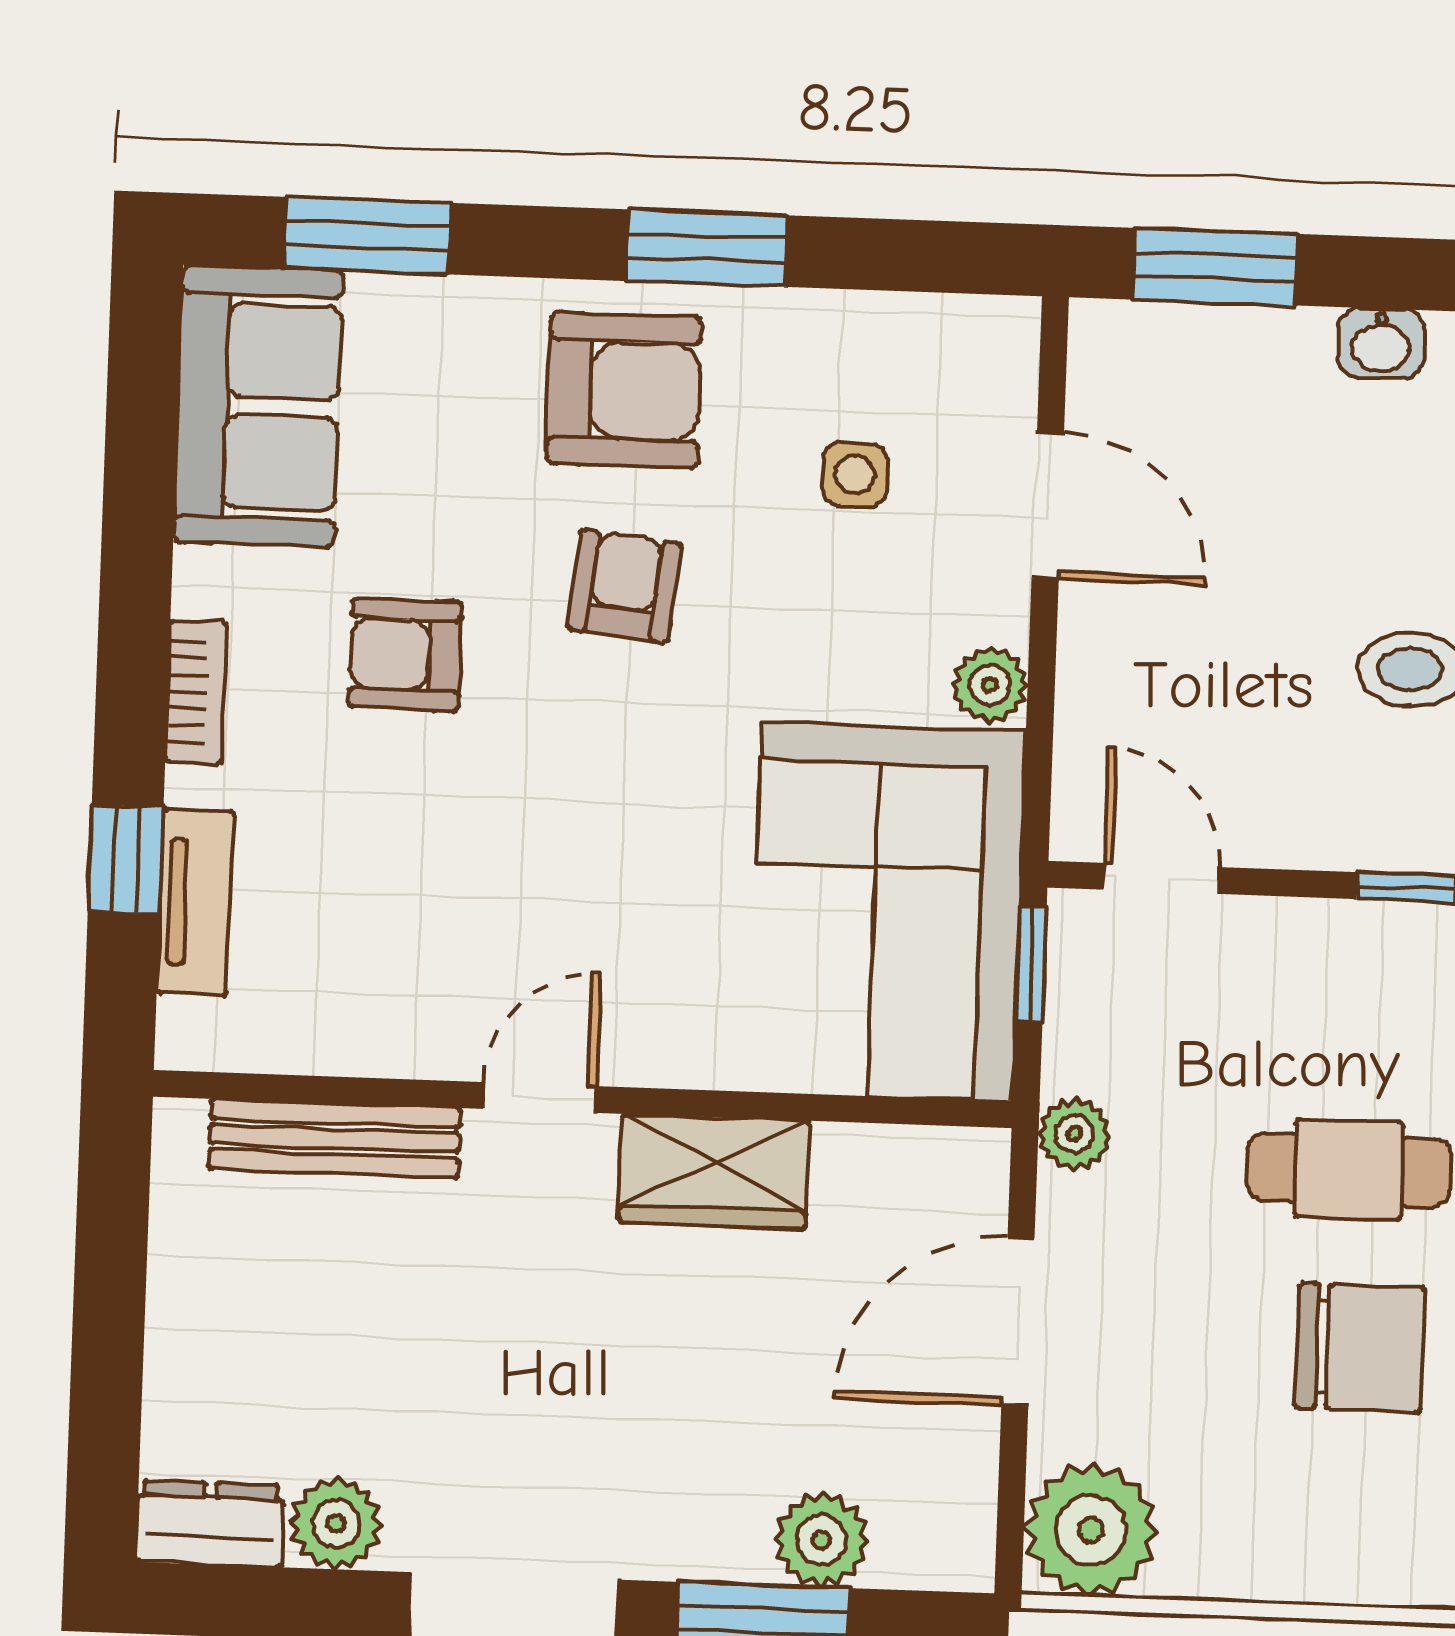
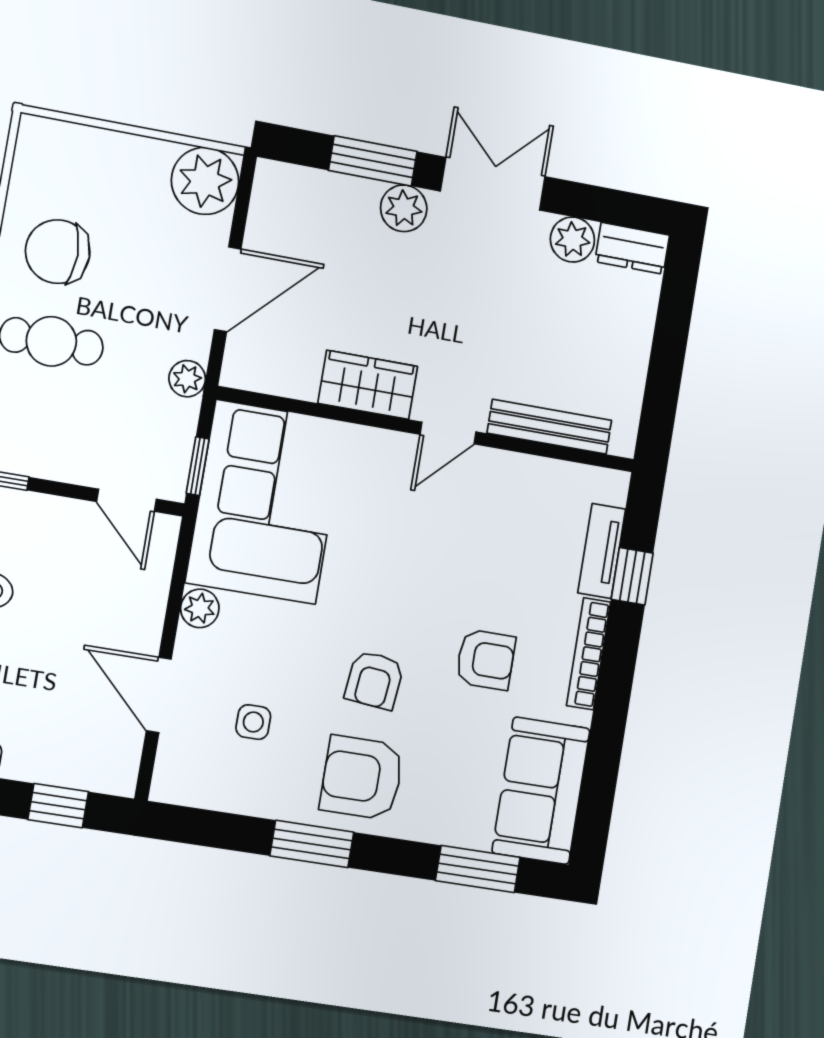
window: (1215, 267) -> (58, 806), width x0.67
bookcase: (196, 692) -> (588, 654), width x1.56
plant: (822, 1540) -> (404, 208), moved

